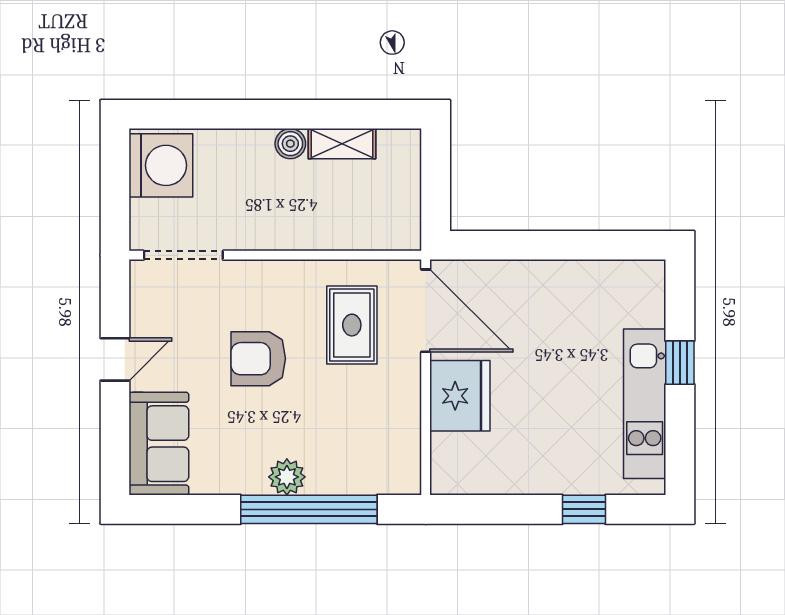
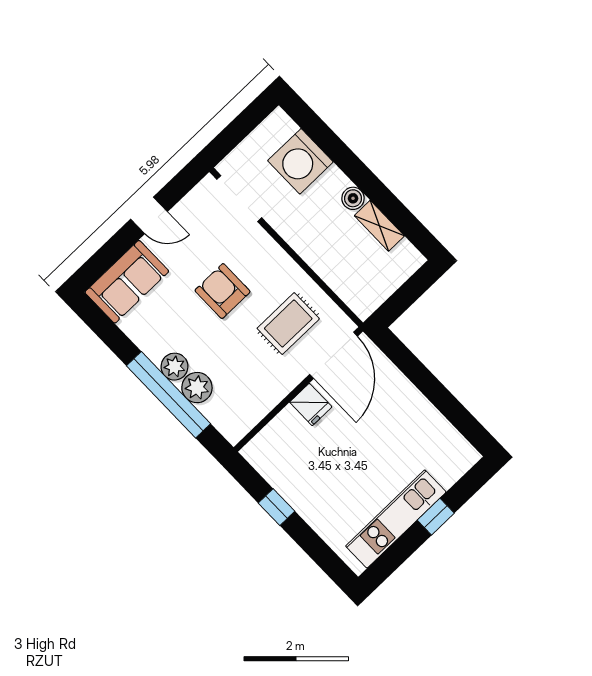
washing machine: (161, 165) -> (300, 161), moved, turned 90
fridge: (460, 396) -> (311, 404), width x0.53, depth x0.75
plant: (329, 475) -> (197, 388), added
window: (584, 509) -> (277, 507), moved

